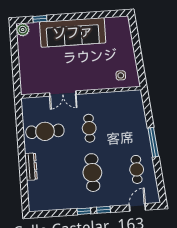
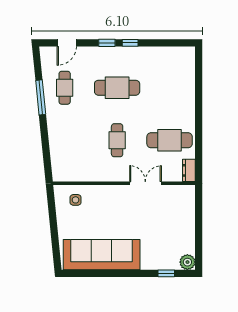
sofa: (73, 32) -> (102, 255), moved
window: (153, 142) -> (41, 97), moved
dresser: (31, 167) -> (189, 170), moved, width x0.70
cafe table: (92, 173) -> (117, 88), turned 90

